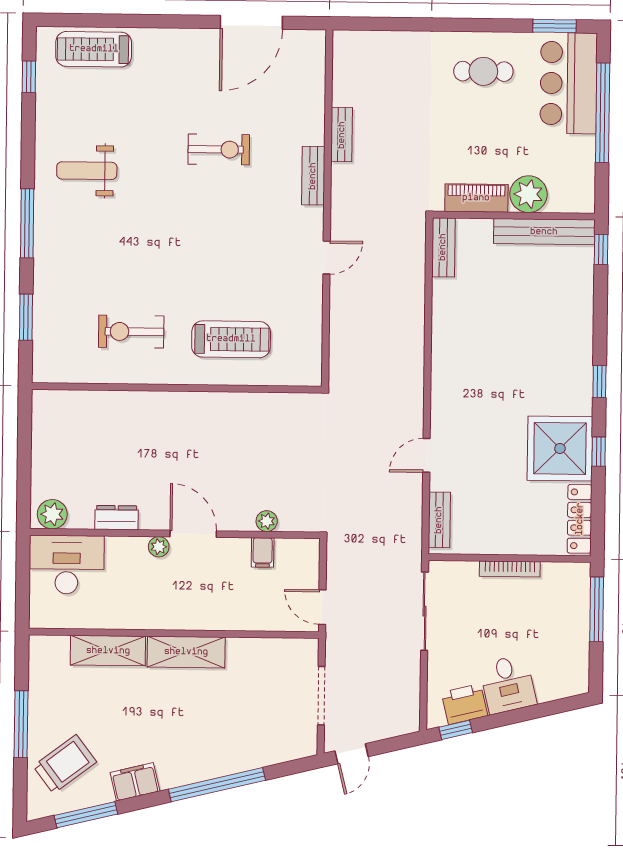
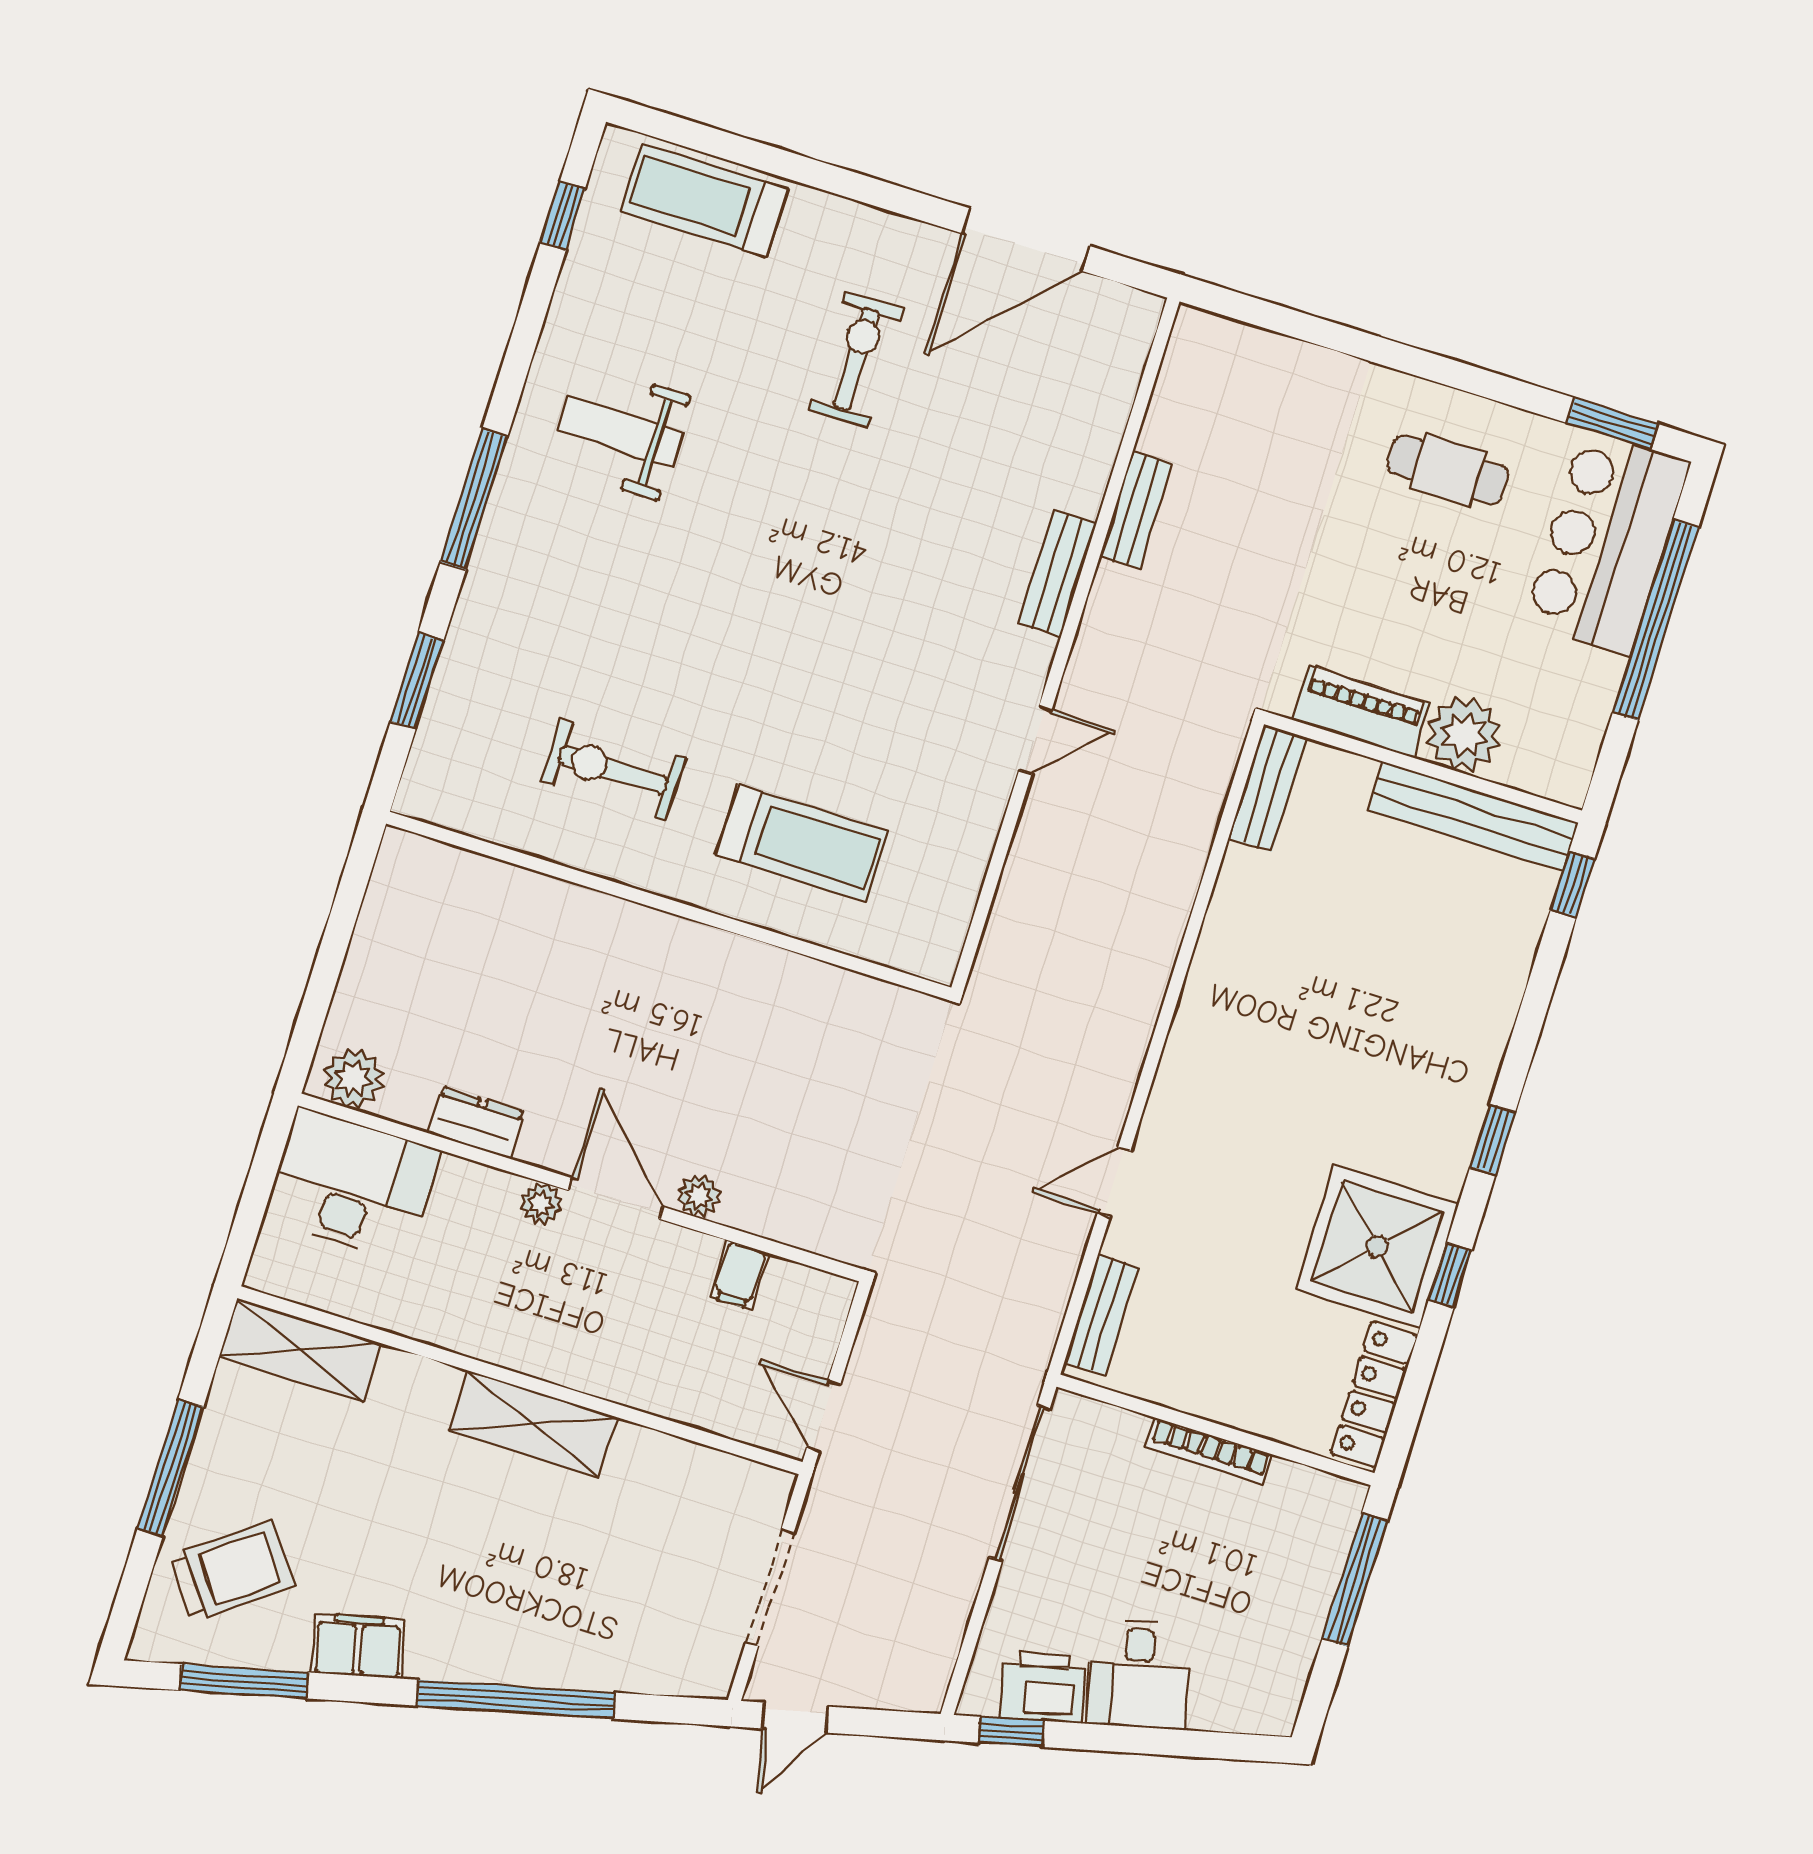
exercise bike: (219, 149) -> (856, 359), moved, turned -90
plant: (267, 521) -> (699, 1196), moved
shelving: (108, 651) -> (301, 1350), moved

